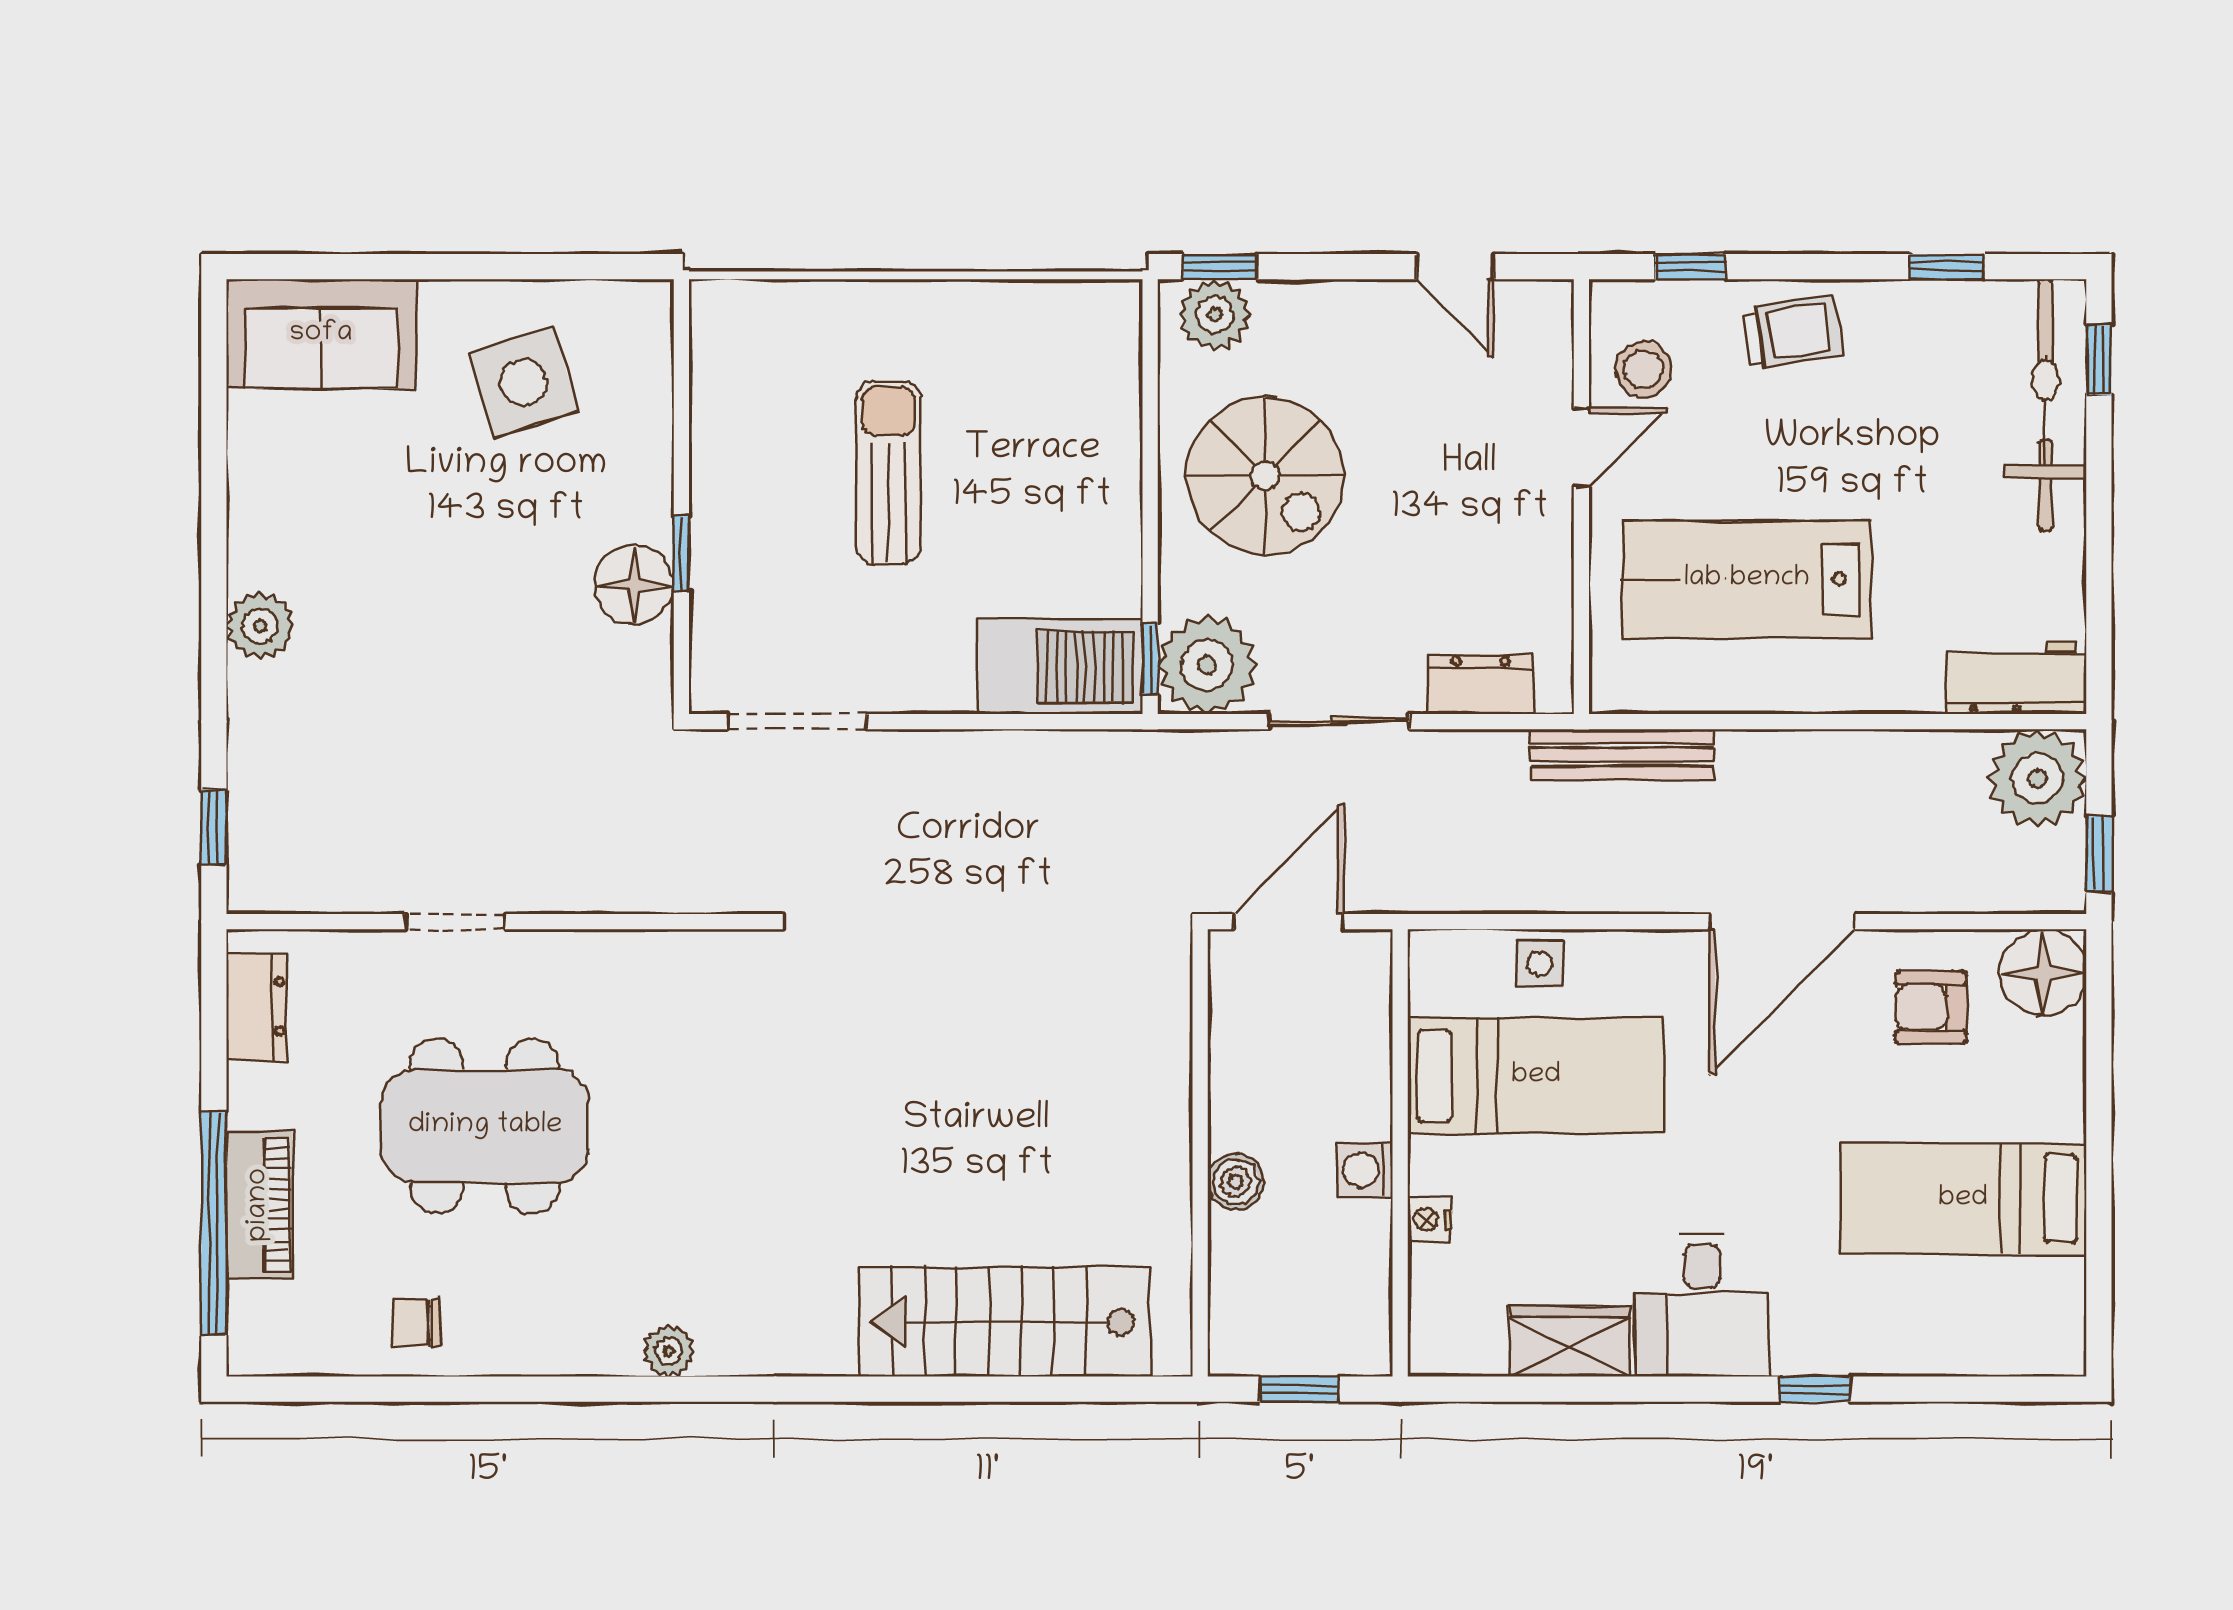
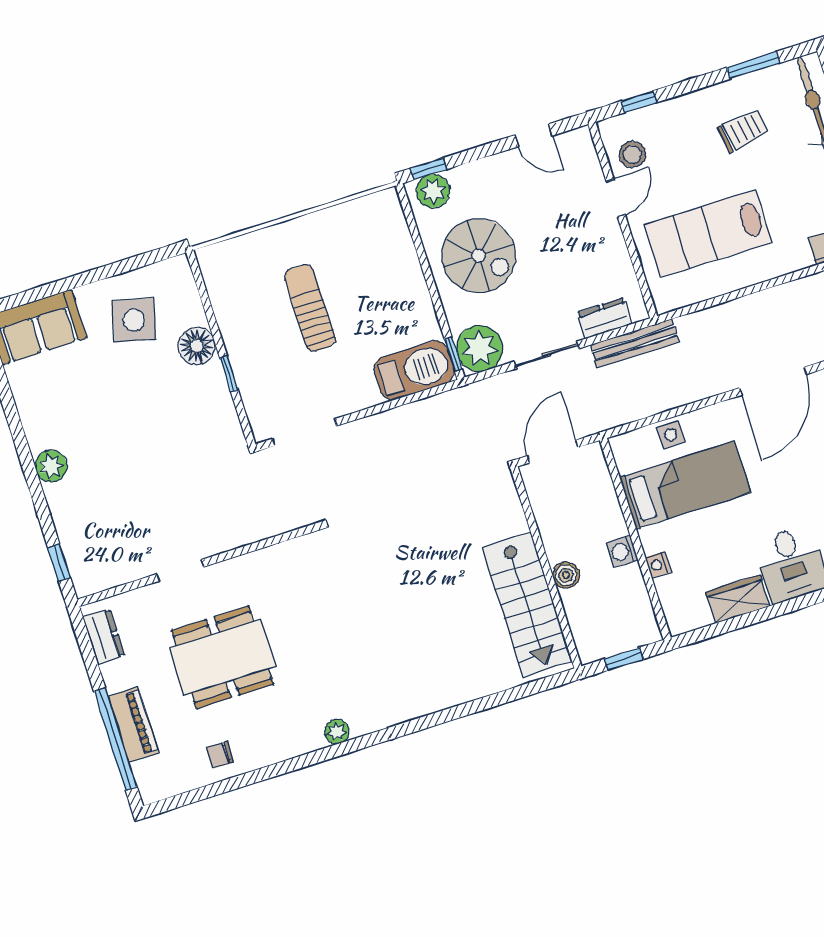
window: (1947, 267) -> (753, 65), width x1.50
trolley: (1793, 332) -> (743, 130), moved
side table: (523, 383) -> (134, 320), turned 31
floor lamp: (634, 585) -> (197, 346), moved
bench: (1622, 755) -> (634, 343), moved
stairs: (1005, 1322) -> (527, 604), moved, turned -90

